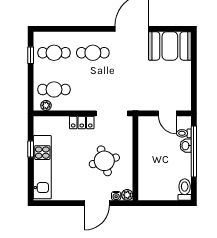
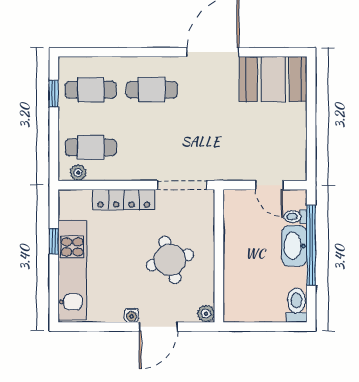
locker: (82, 123) -> (124, 200), width x1.53
washbasin: (186, 146) -> (294, 246), width x1.91, depth x1.45
water cooler: (116, 196) -> (131, 315), moved

